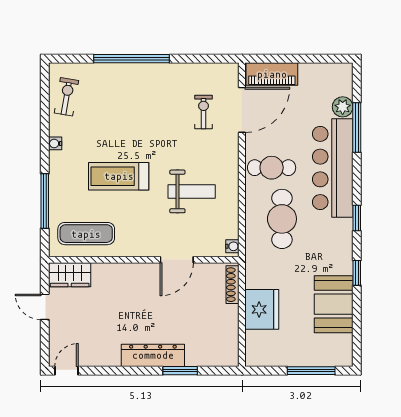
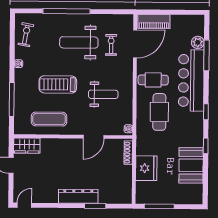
weight bench: (152, 109) -> (79, 42), added
exercise mat: (86, 234) -> (49, 119), moved
window: (311, 371) -> (159, 206), moved

